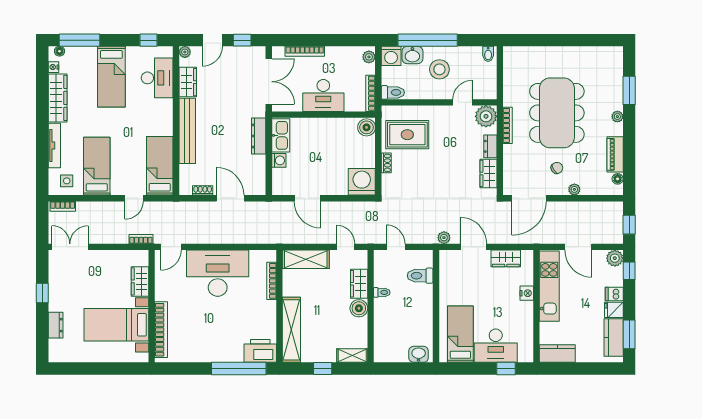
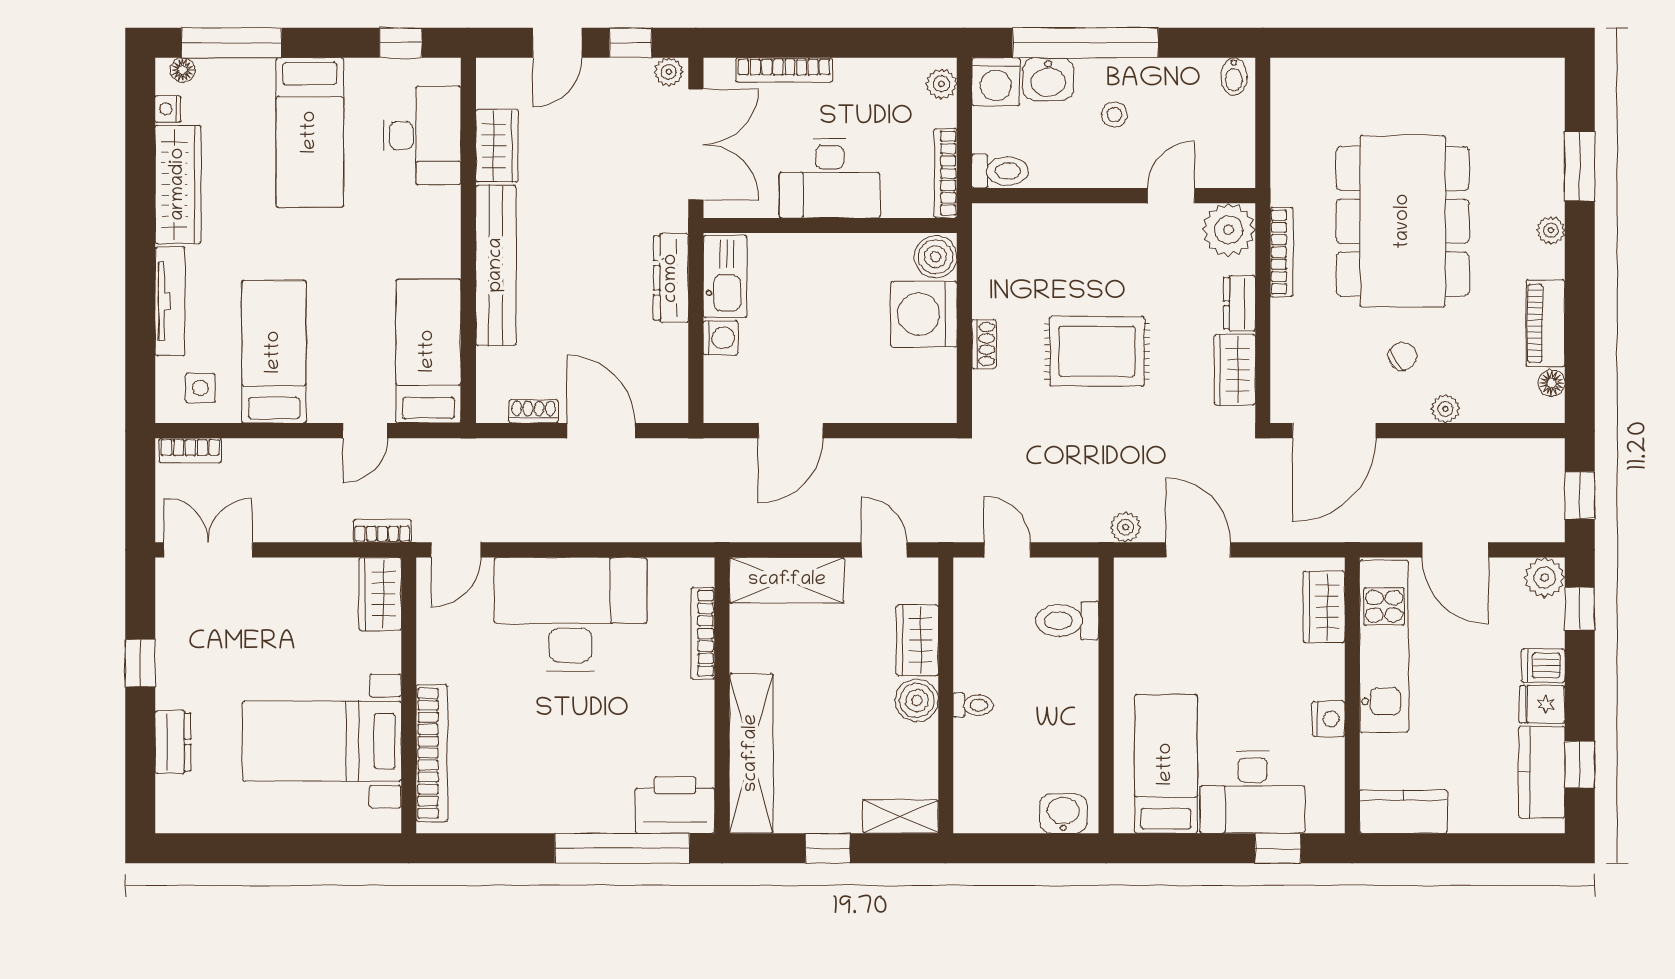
plant: (185, 52) -> (669, 72), moved
stool: (439, 69) -> (1114, 115), width x0.53, depth x0.53
rug: (407, 135) -> (1097, 351), moved
washing machine: (362, 182) -> (924, 314), moved, turned -90
door: (307, 198) -> (791, 431), hinge flipped
wardrobe: (506, 258) -> (1324, 607), moved, turned 90
wardrobe: (140, 281) -> (380, 594), moved
toilet: (382, 292) -> (973, 705), moved
nightstand: (527, 293) -> (1328, 719), moved
window: (629, 334) -> (1580, 765), width x0.67

